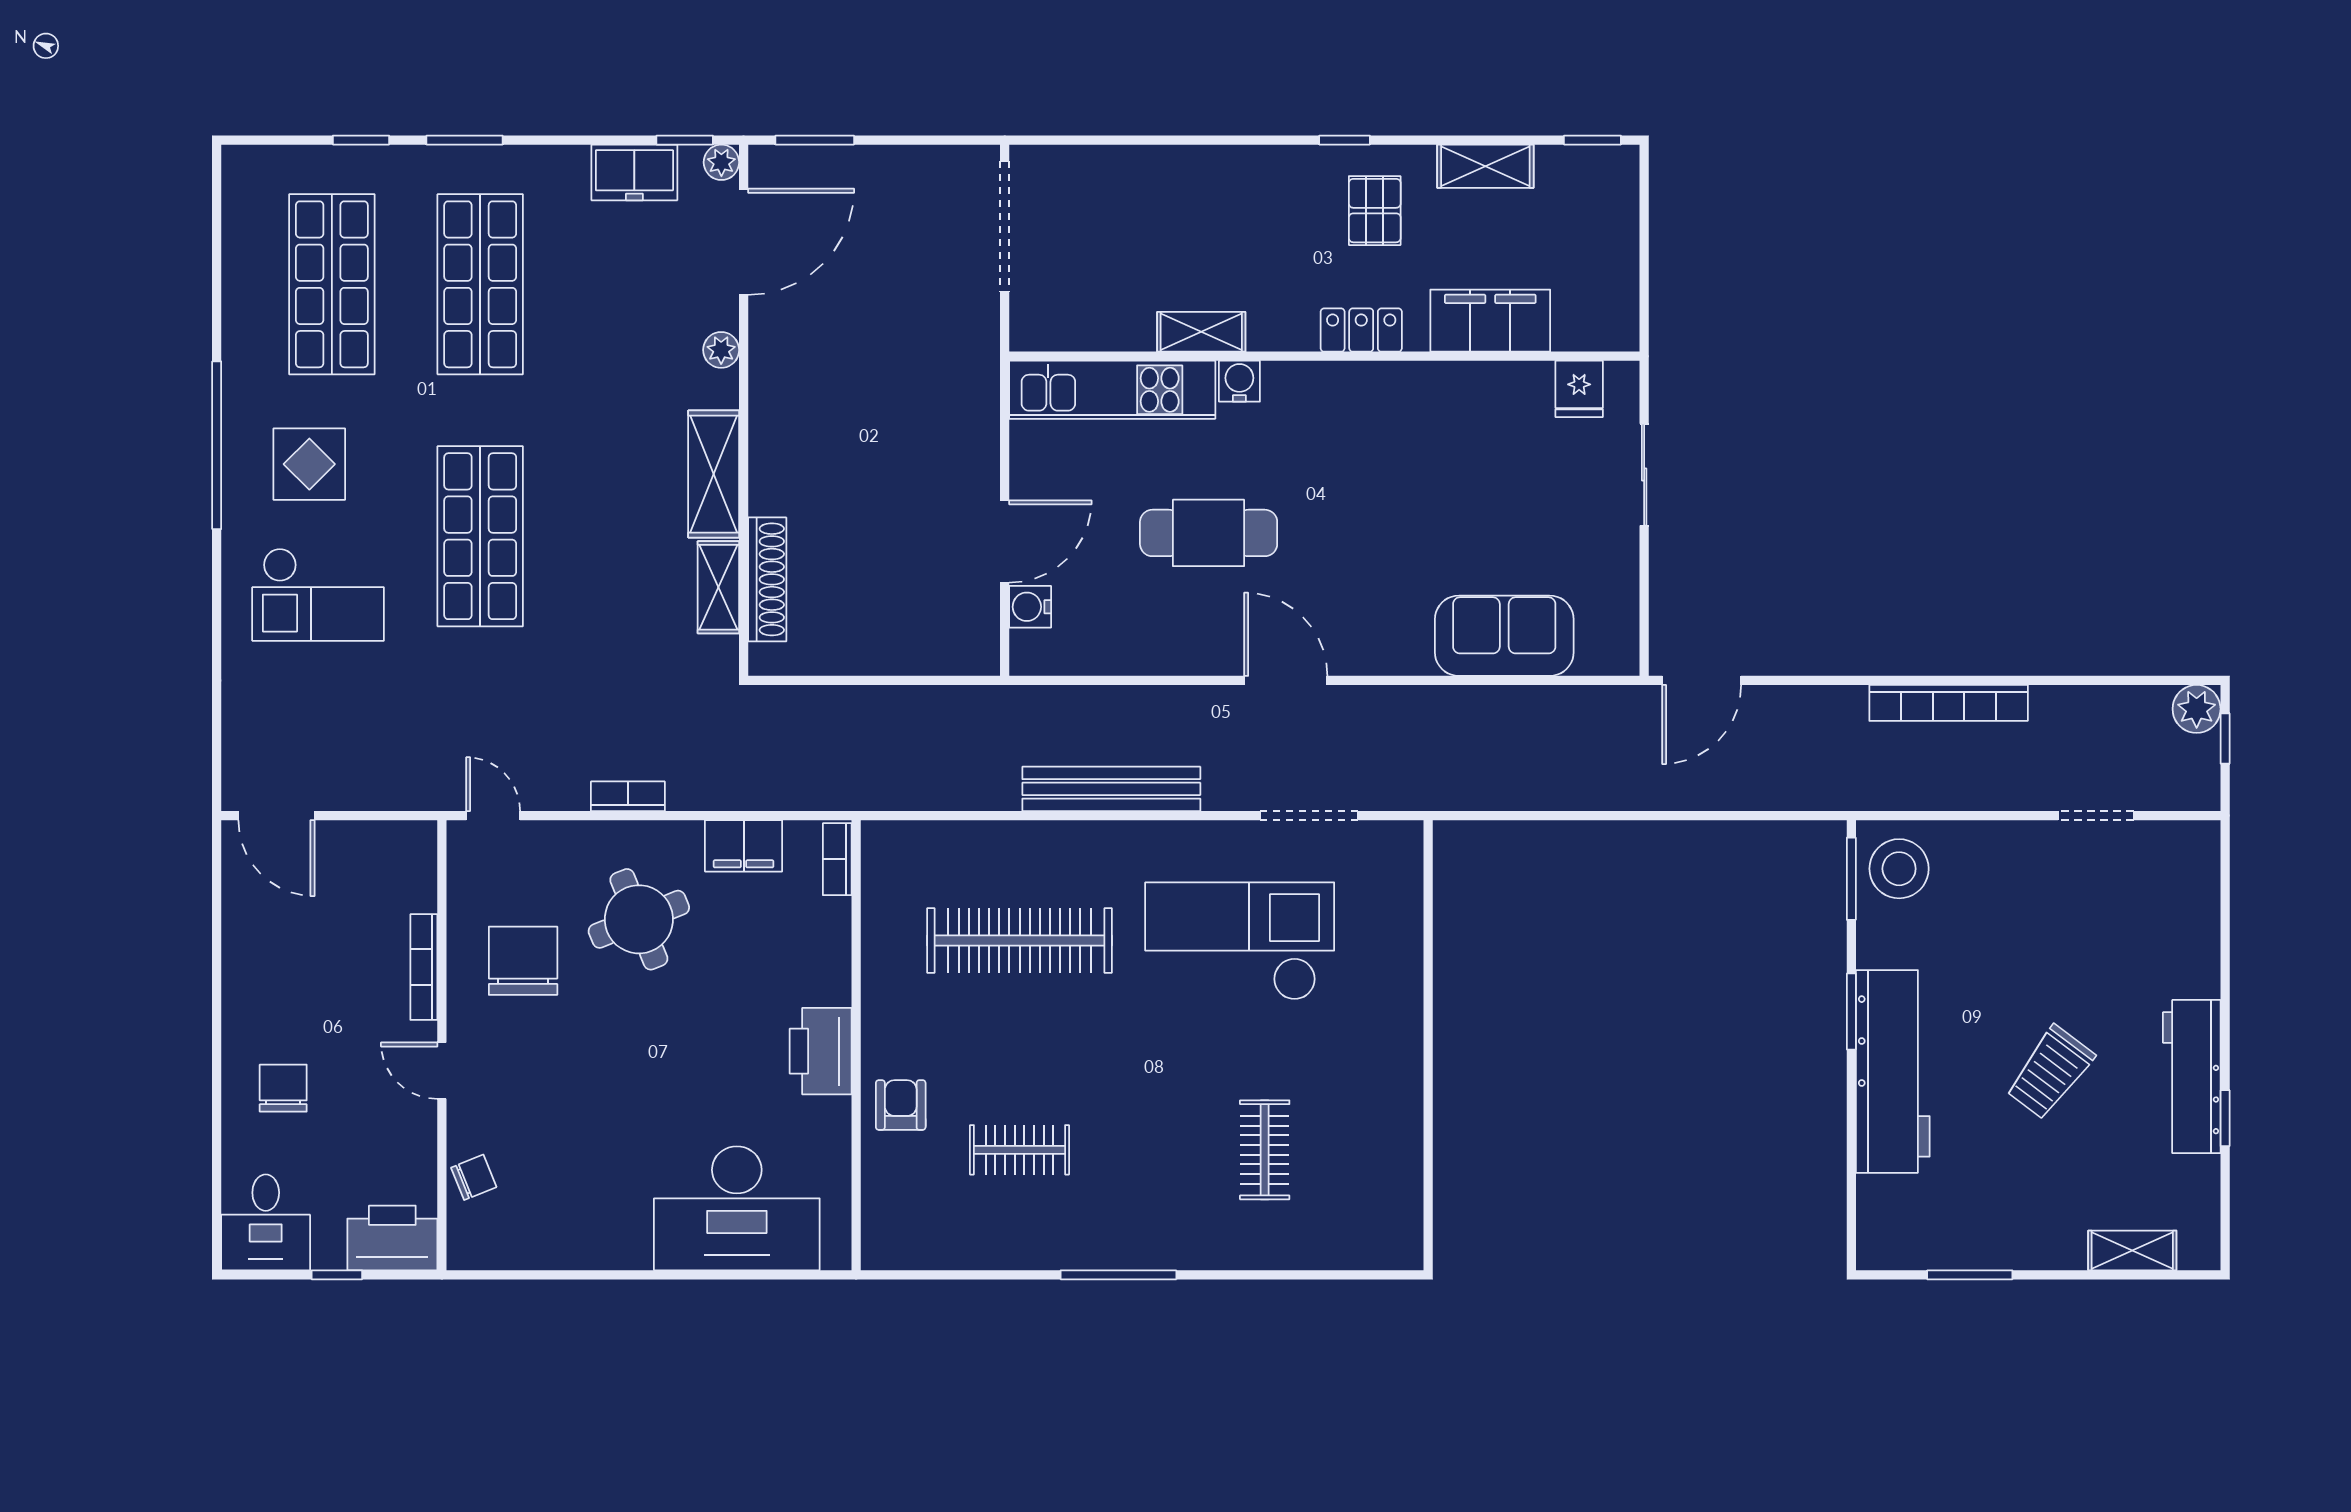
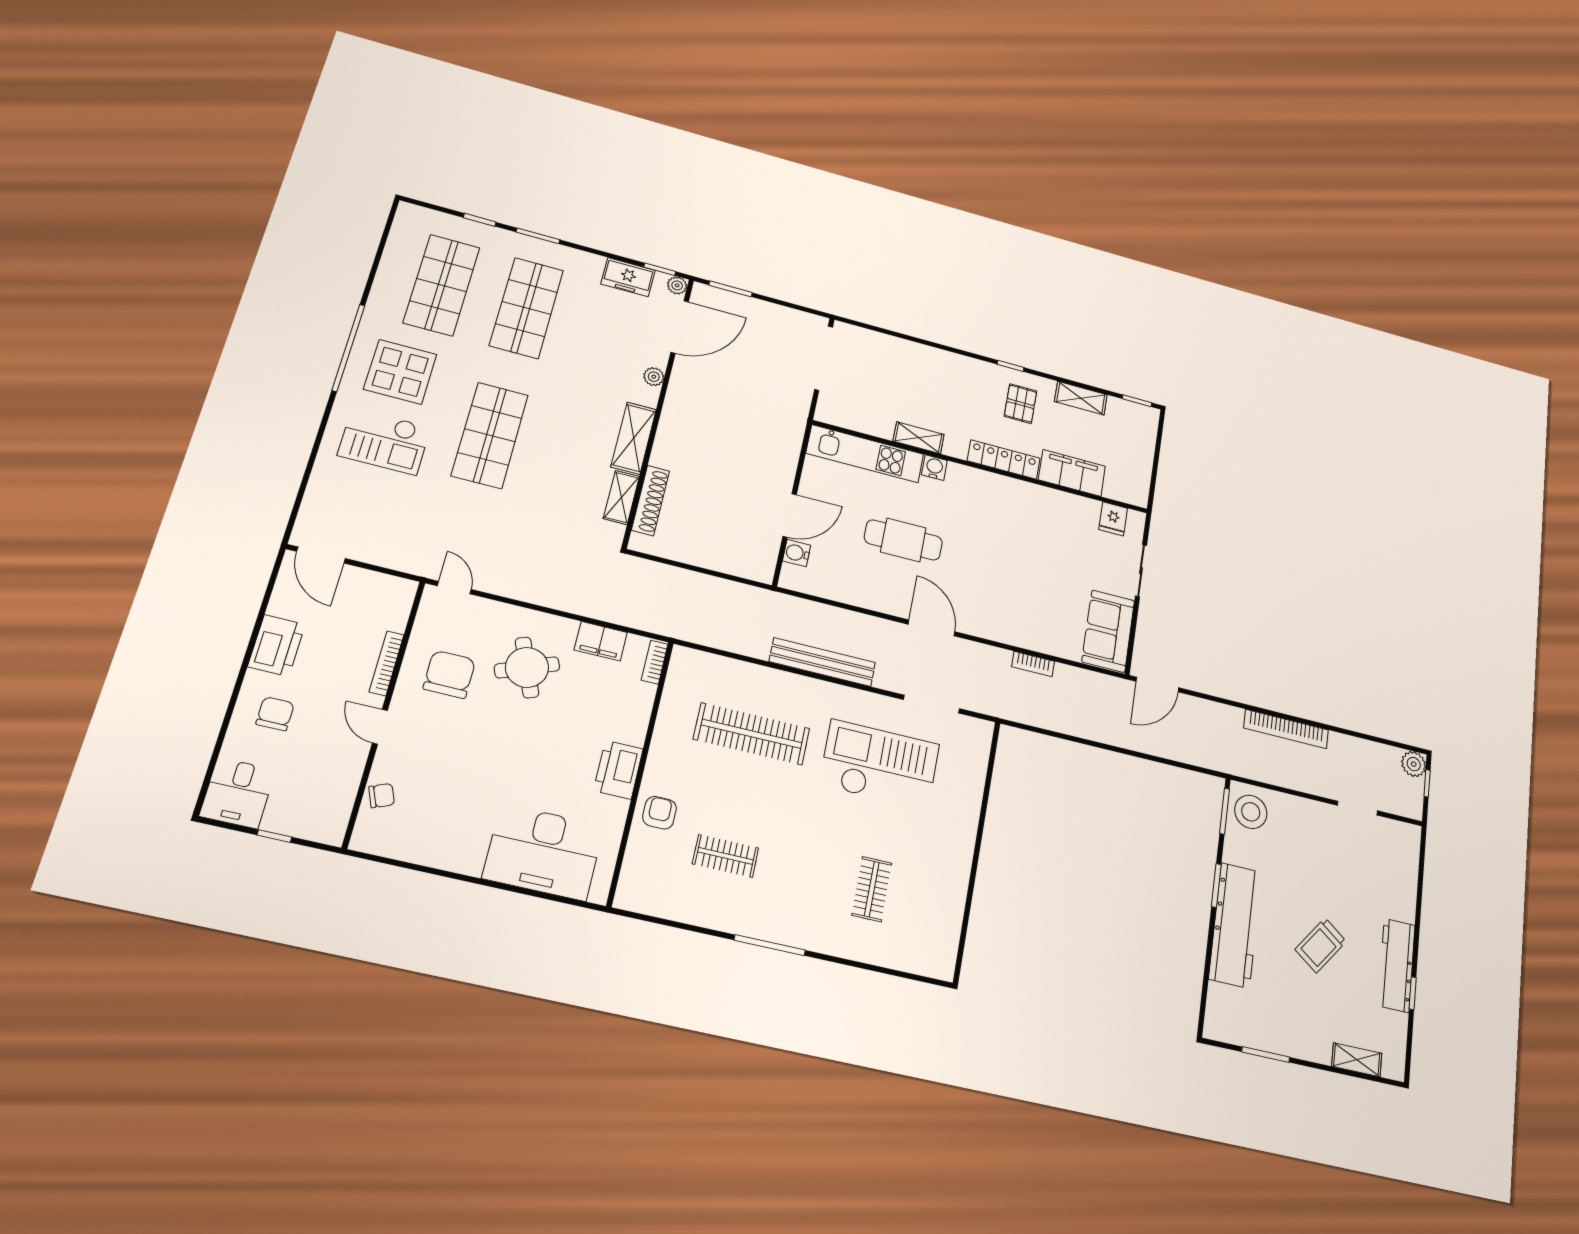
locker: (1361, 330) -> (1004, 460), width x1.53
display table: (309, 464) -> (400, 372), width x1.36, depth x1.36
sofa: (1504, 636) -> (1108, 631), moved, turned -90
bookcase: (628, 796) -> (1033, 664), moved, turned 180
printer: (392, 1238) -> (277, 645), moved, turned 90

